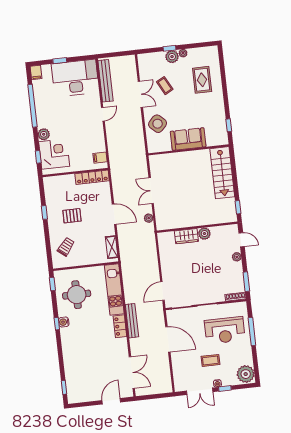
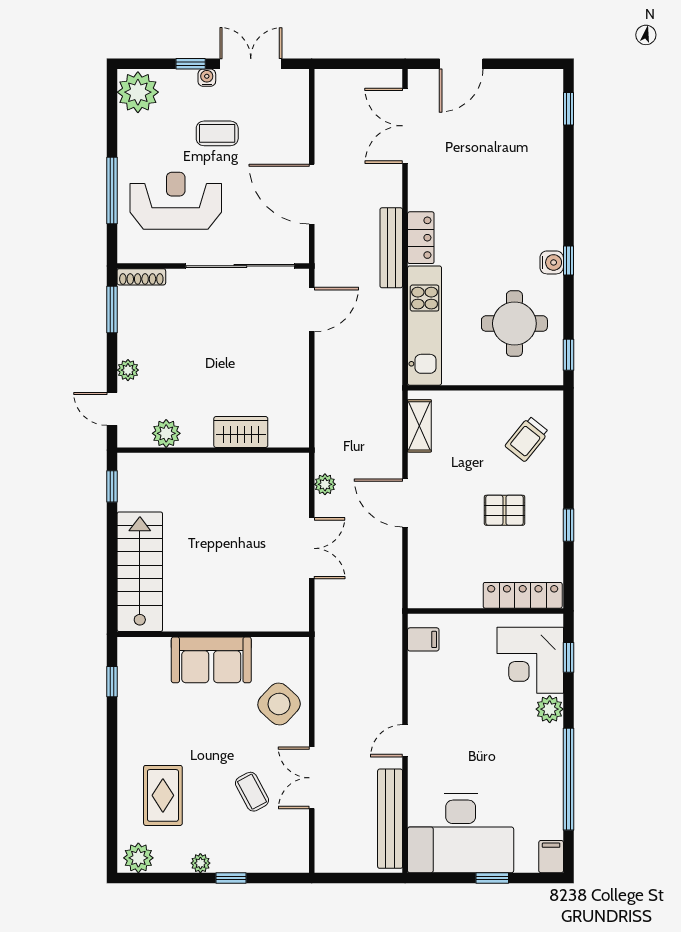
plant: (172, 57) -> (138, 858), moved
locker: (92, 177) -> (523, 595), moved
plant: (204, 234) -> (166, 433), moved

